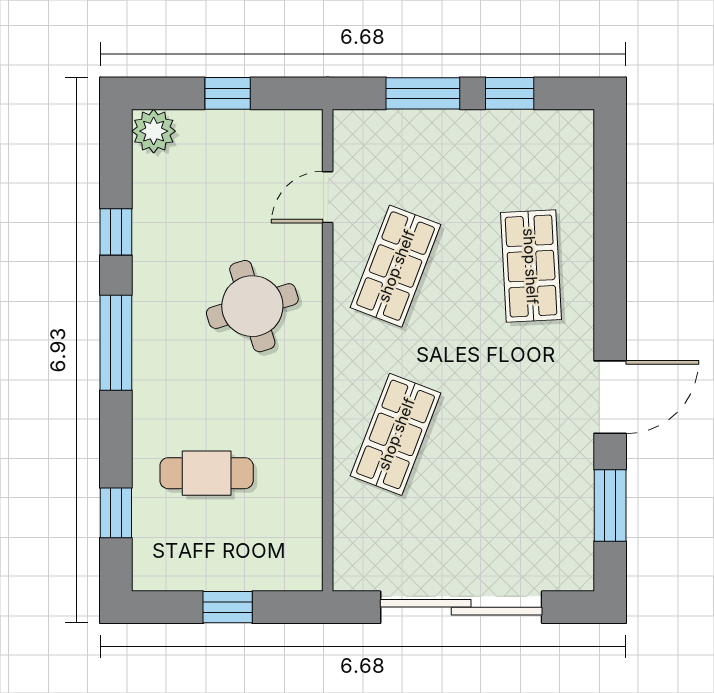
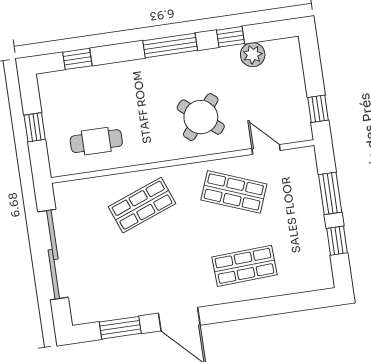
window: (228, 93) -> (318, 109), moved
plant: (154, 131) -> (253, 55), moved
round table: (252, 306) -> (201, 117), turned -33
shop shelf: (396, 434) -> (142, 205), turned -42
cafe table: (207, 473) -> (96, 141), moved, turned 90

